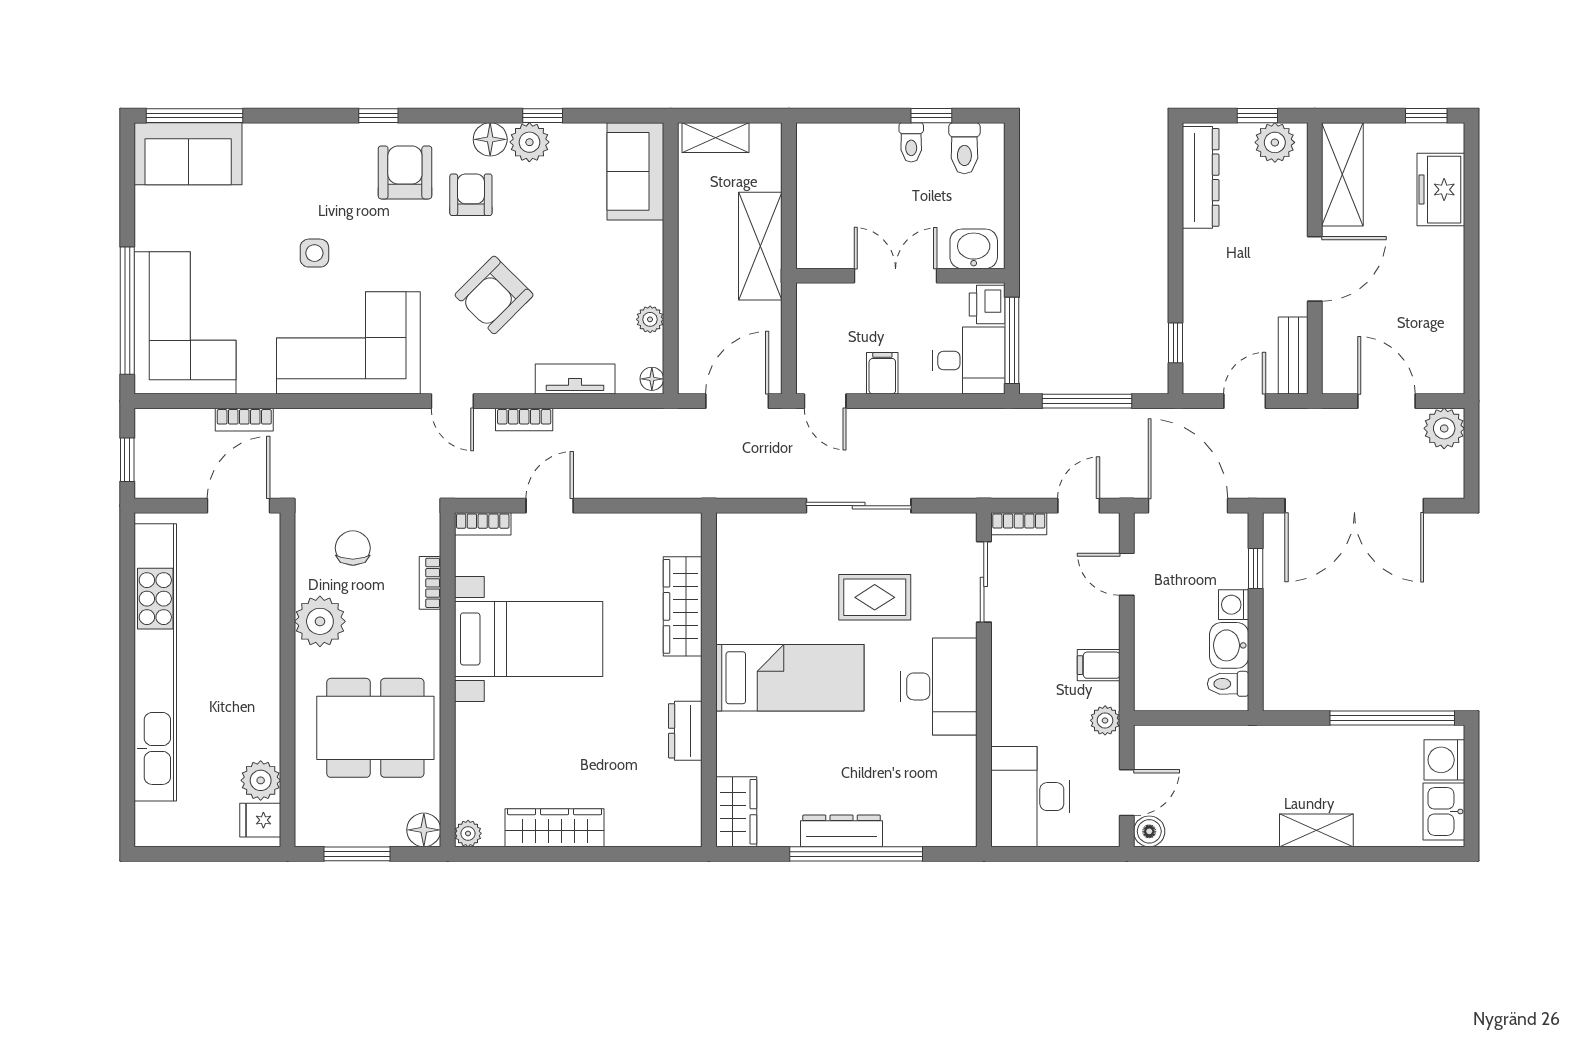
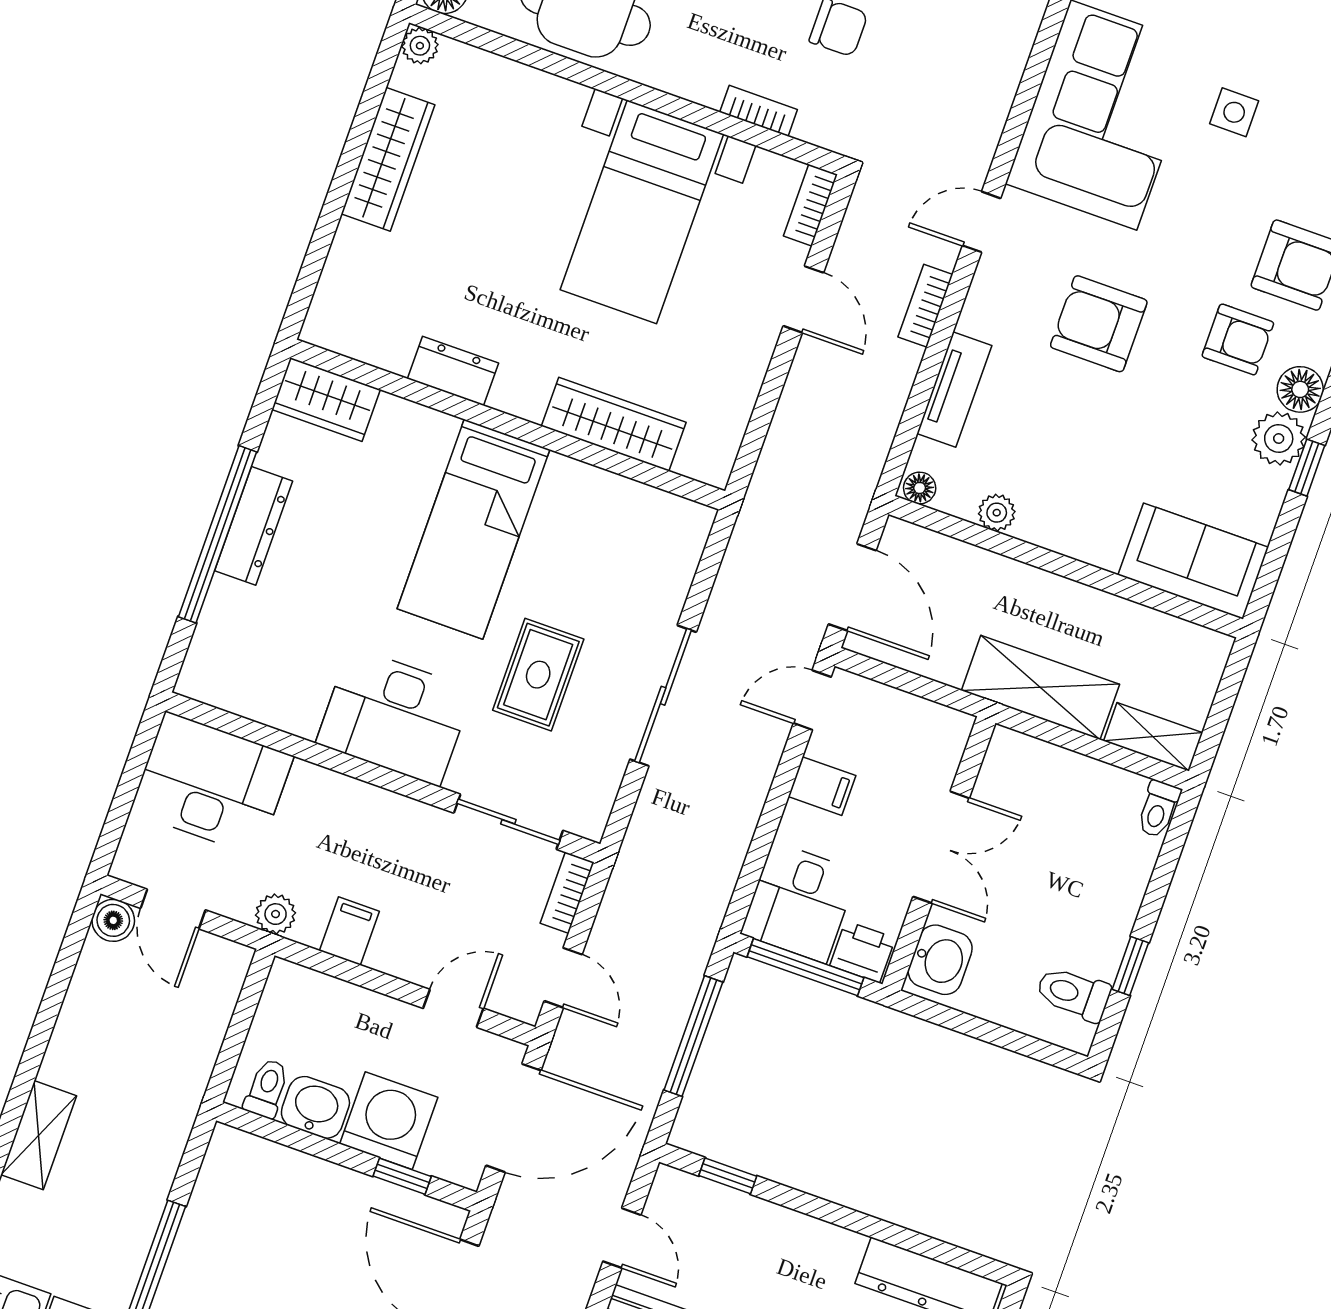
shelving: (715, 138) -> (1153, 737), moved, turned 90
toilet: (911, 142) -> (1158, 809), moved, turned -90
armchair: (494, 295) -> (1099, 324), turned -45
washing machine: (1234, 605) -> (389, 1121), width x1.89, depth x1.89

